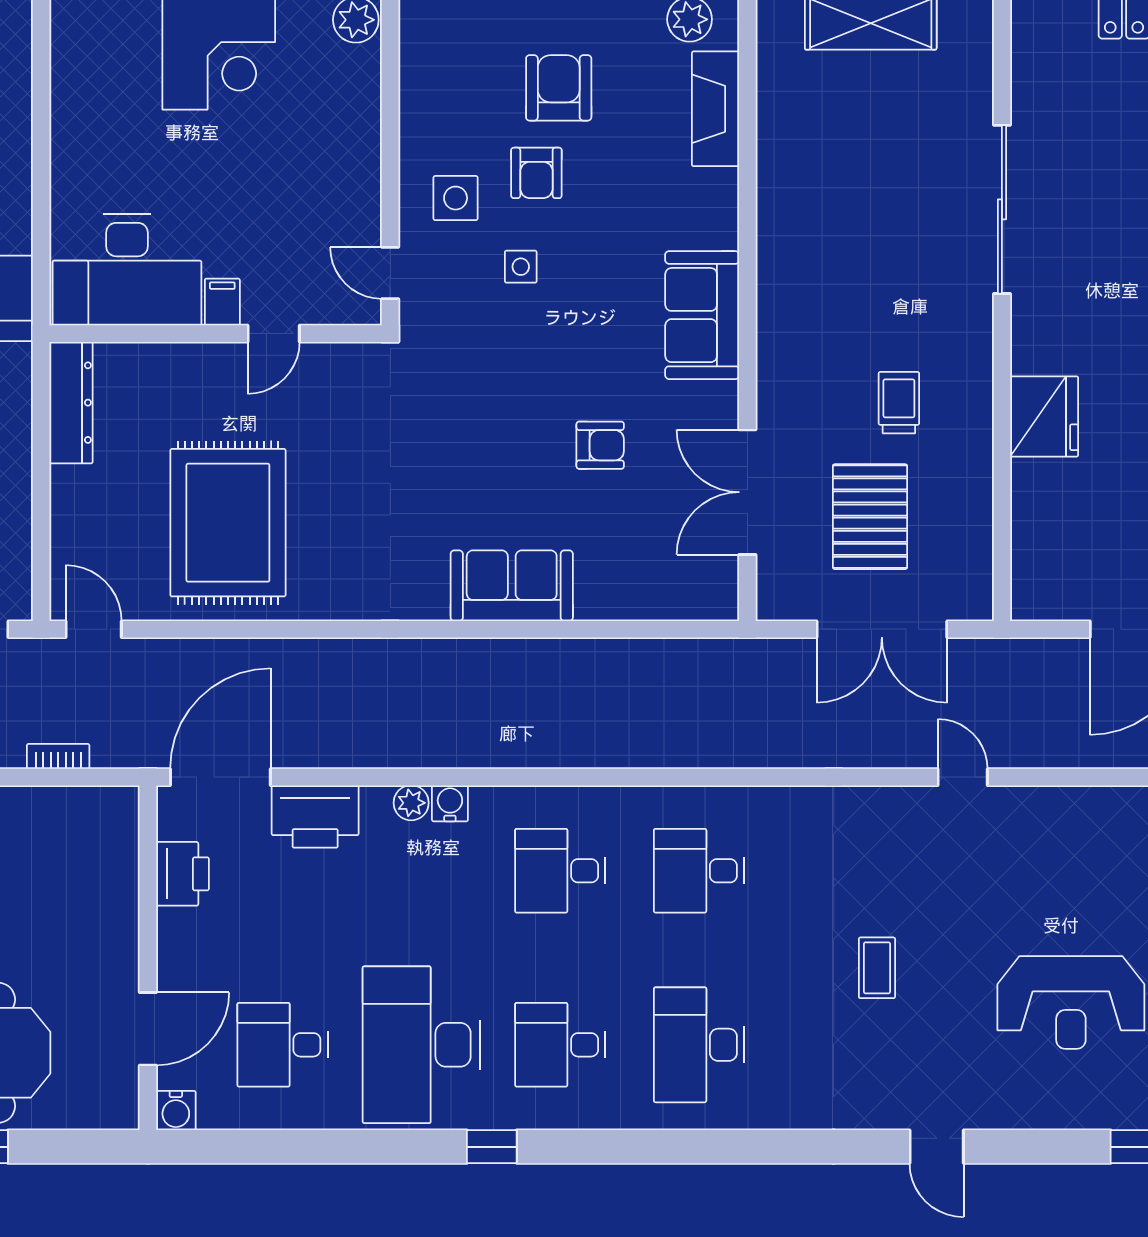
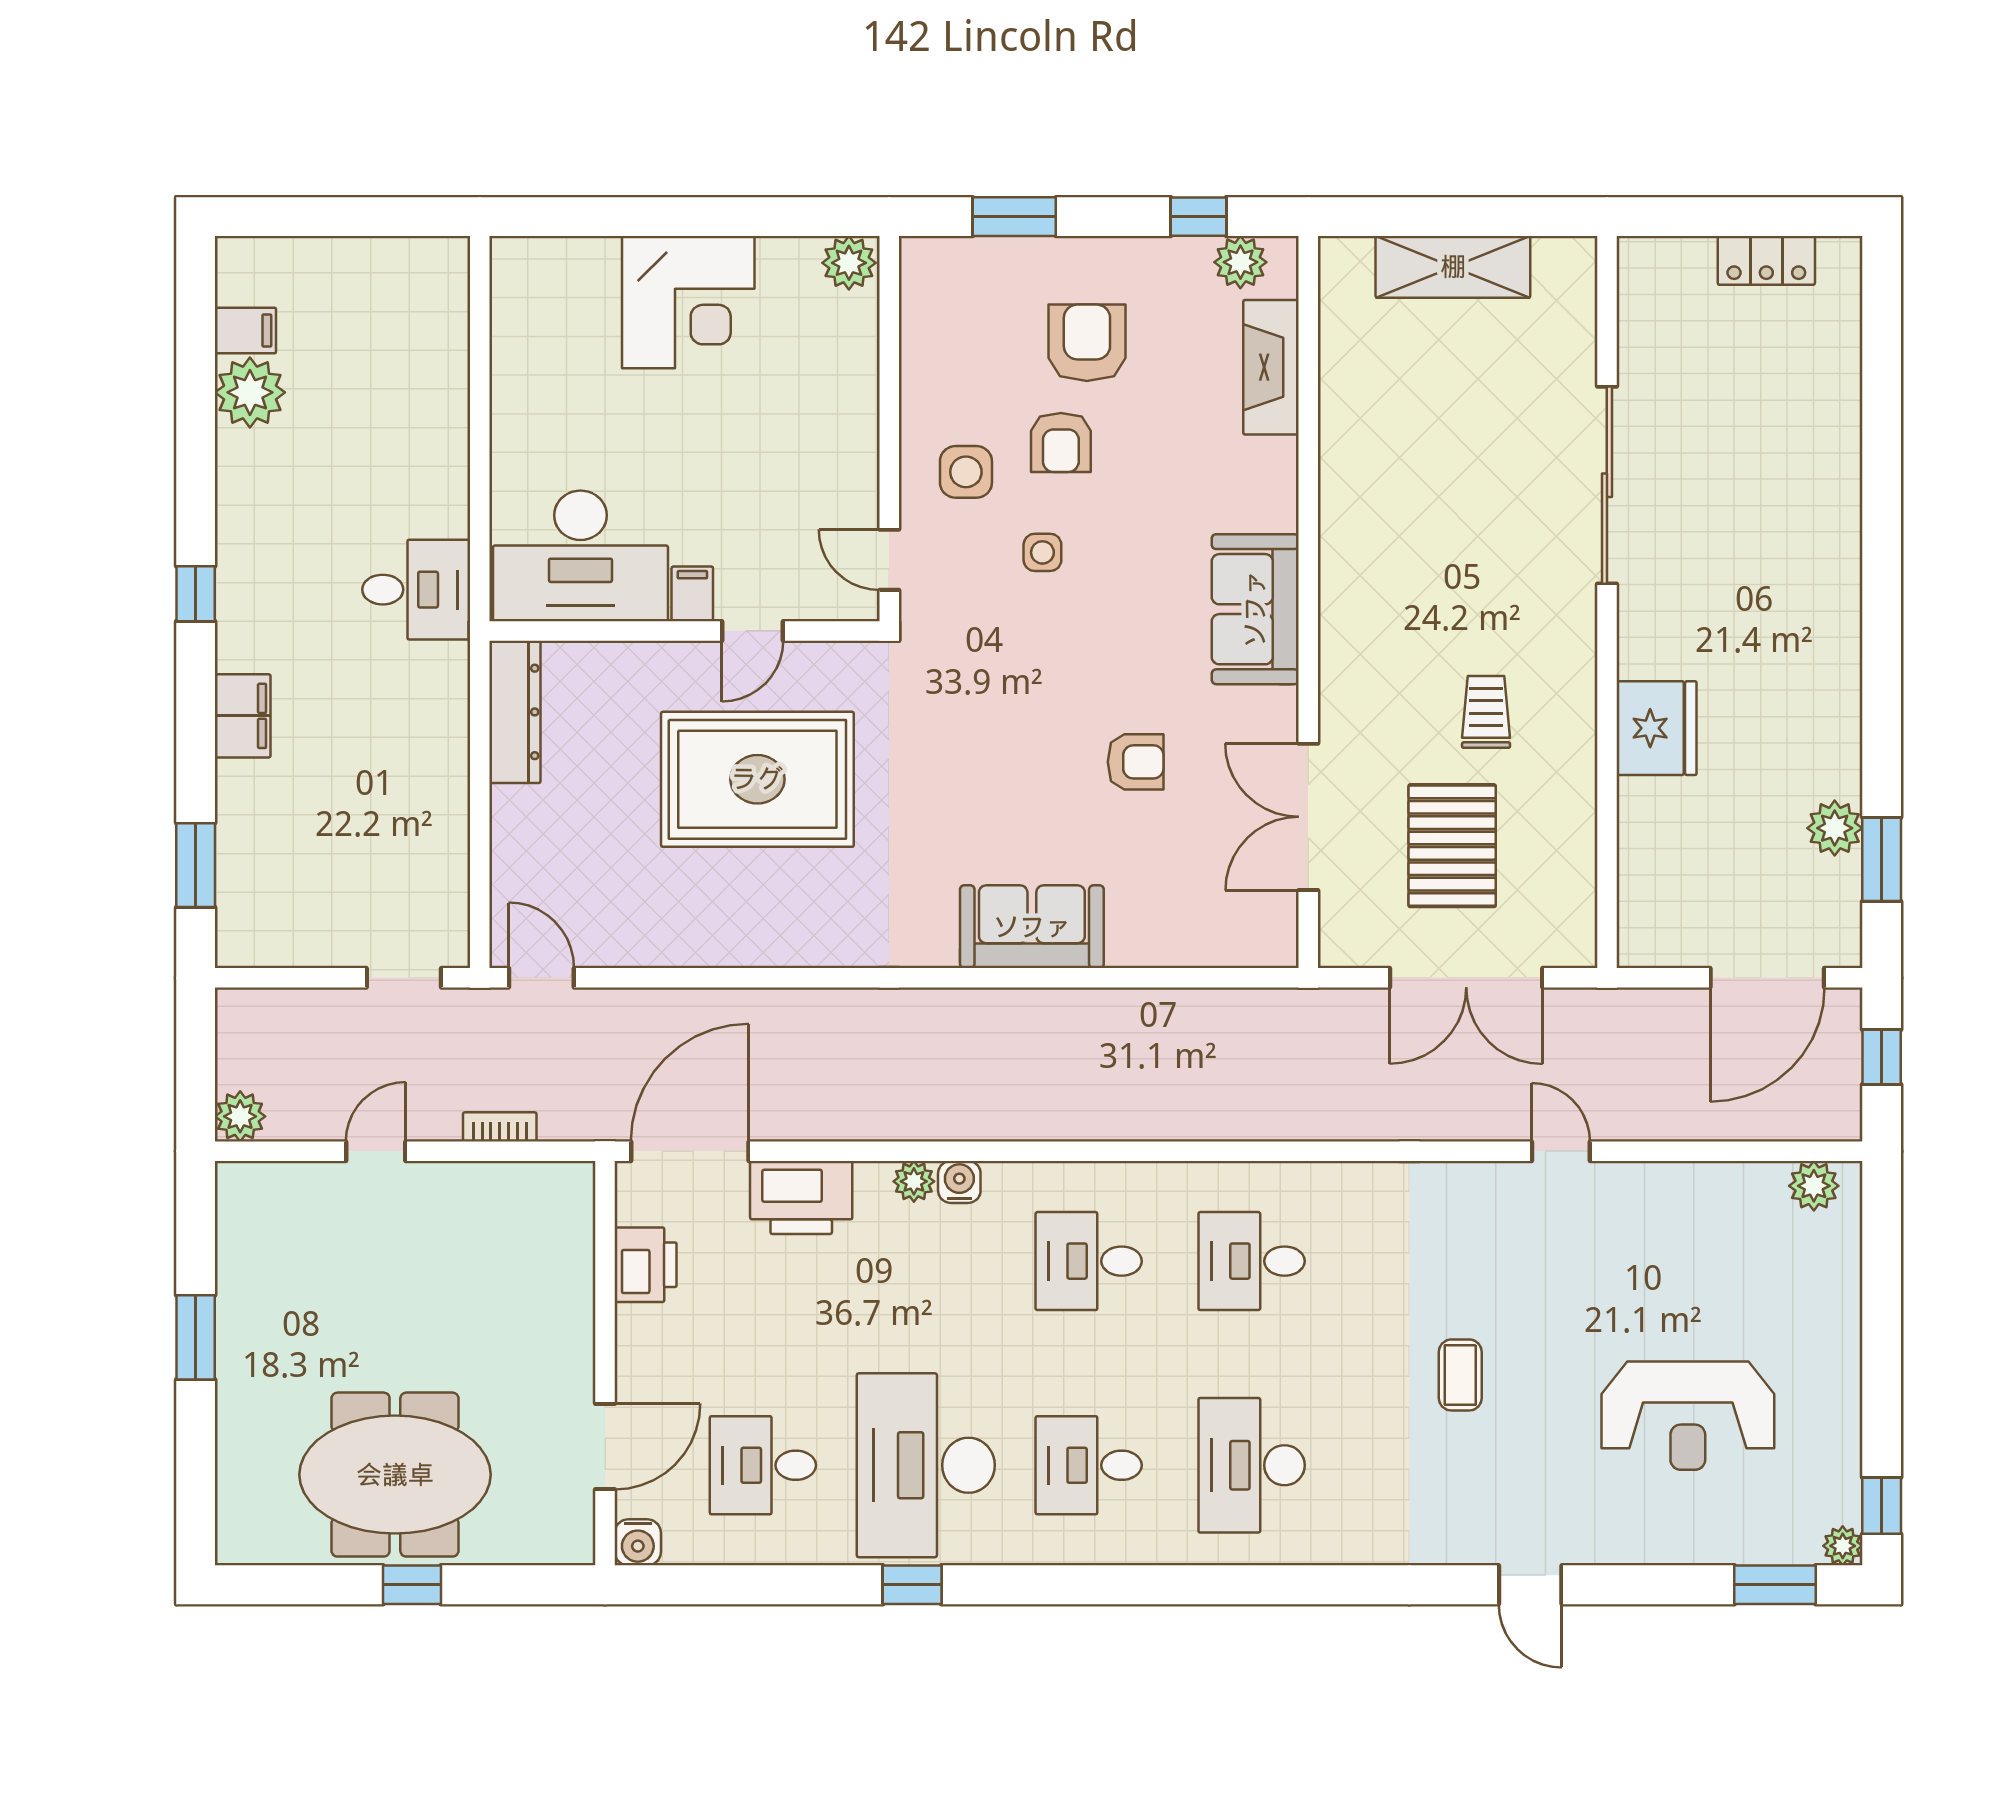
rug: (228, 523) -> (757, 779), moved, turned 90
window: (492, 1147) -> (912, 1585), moved

